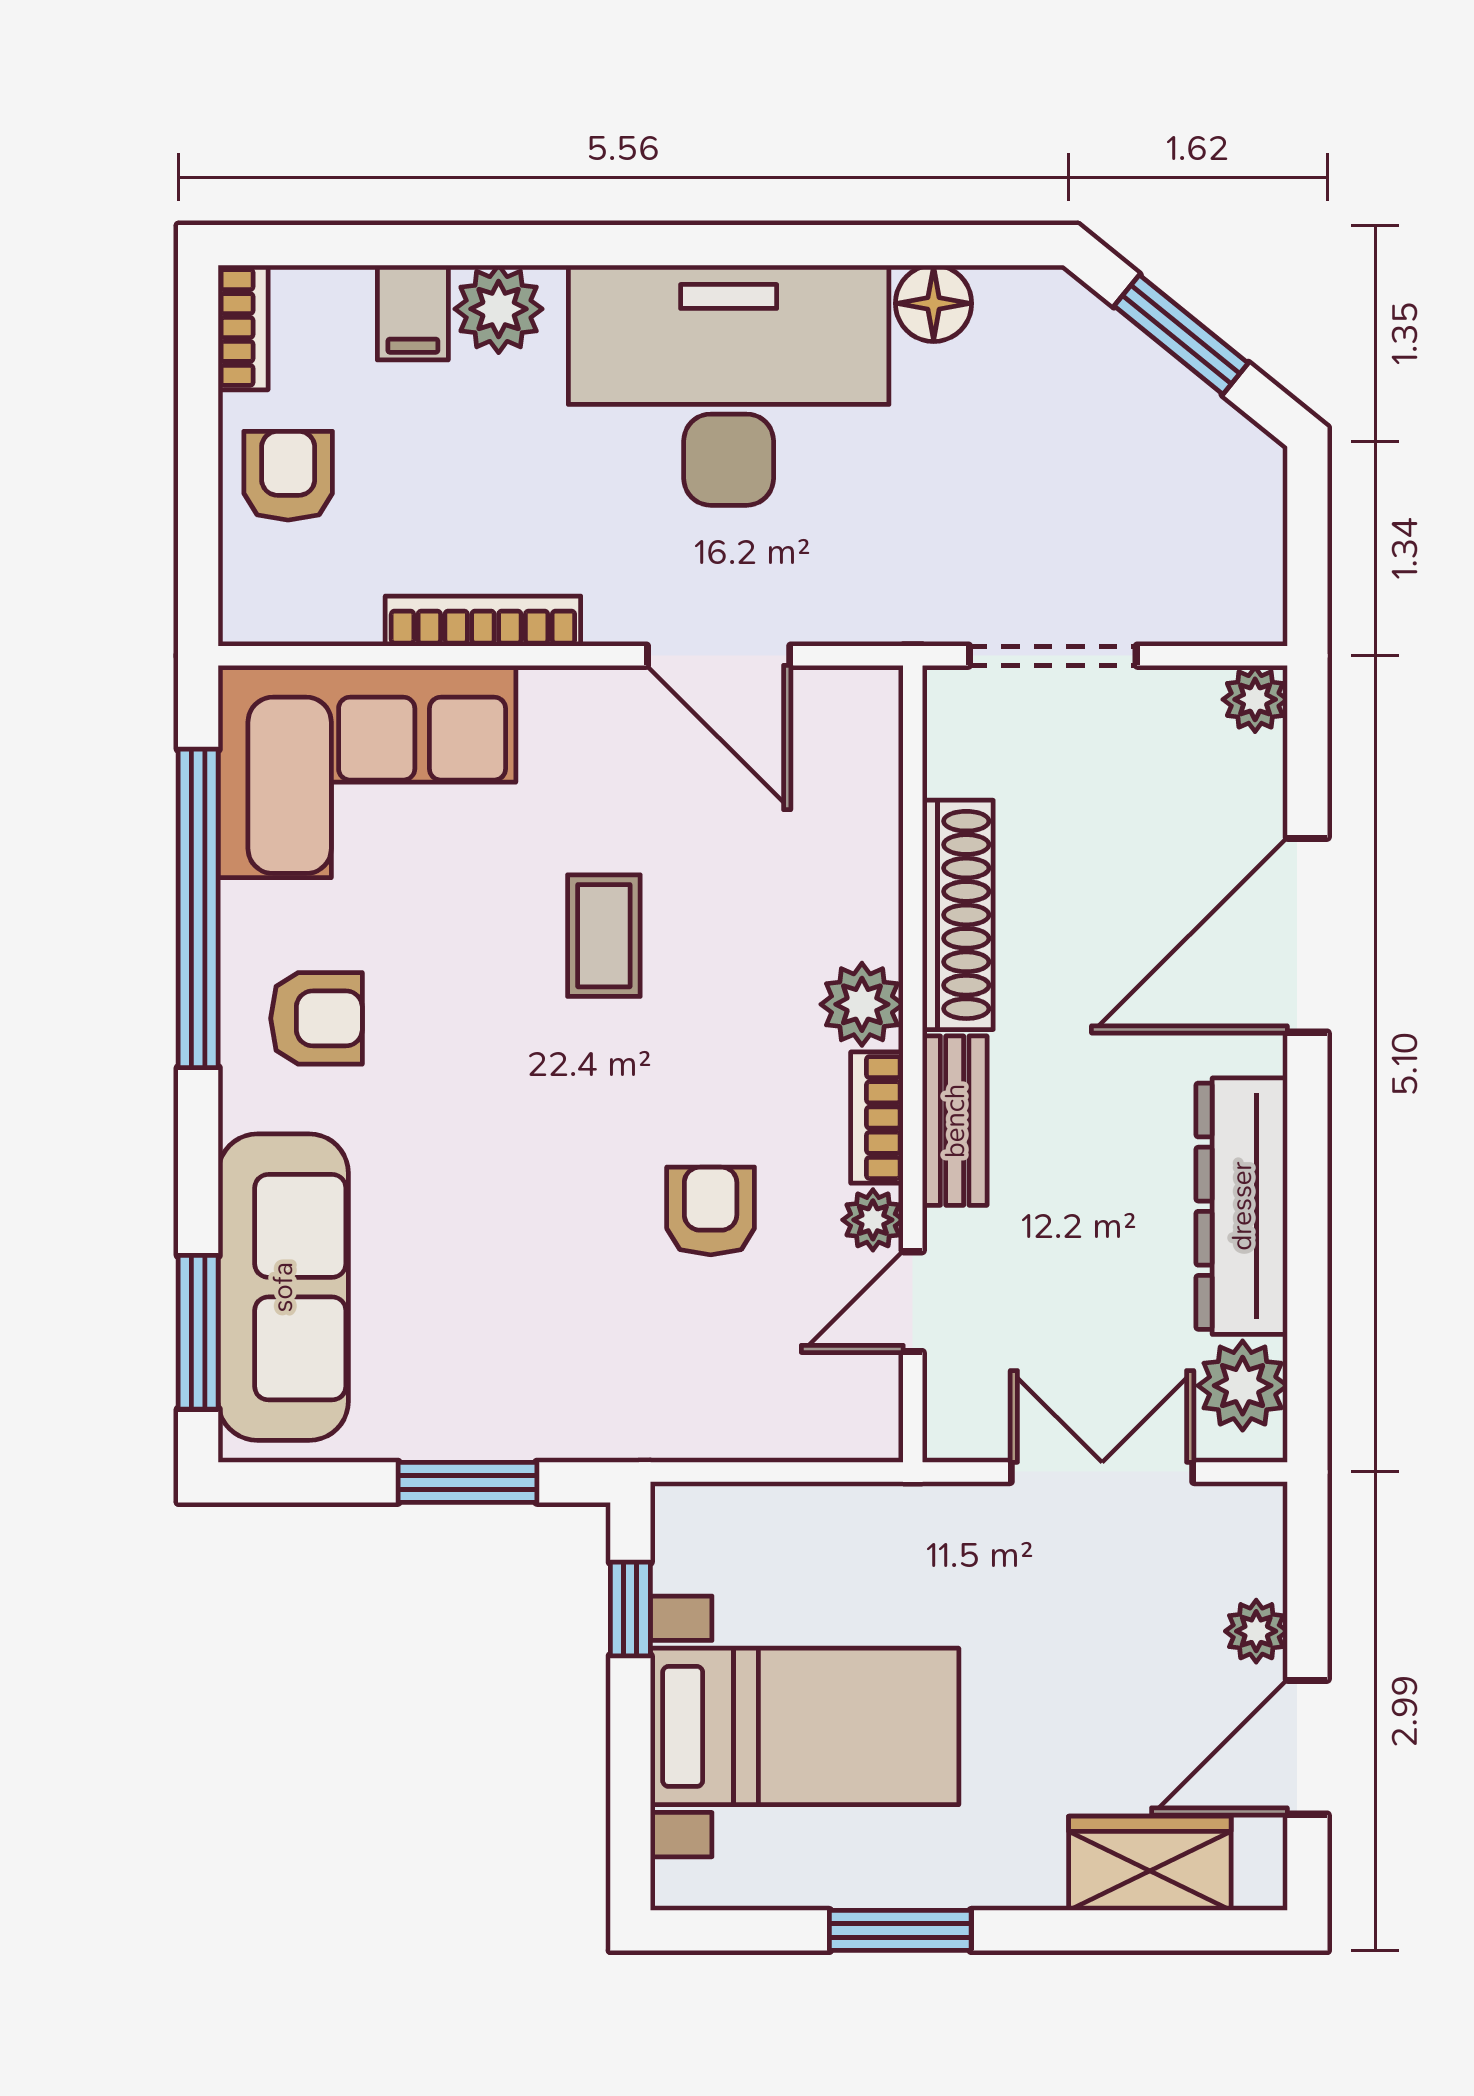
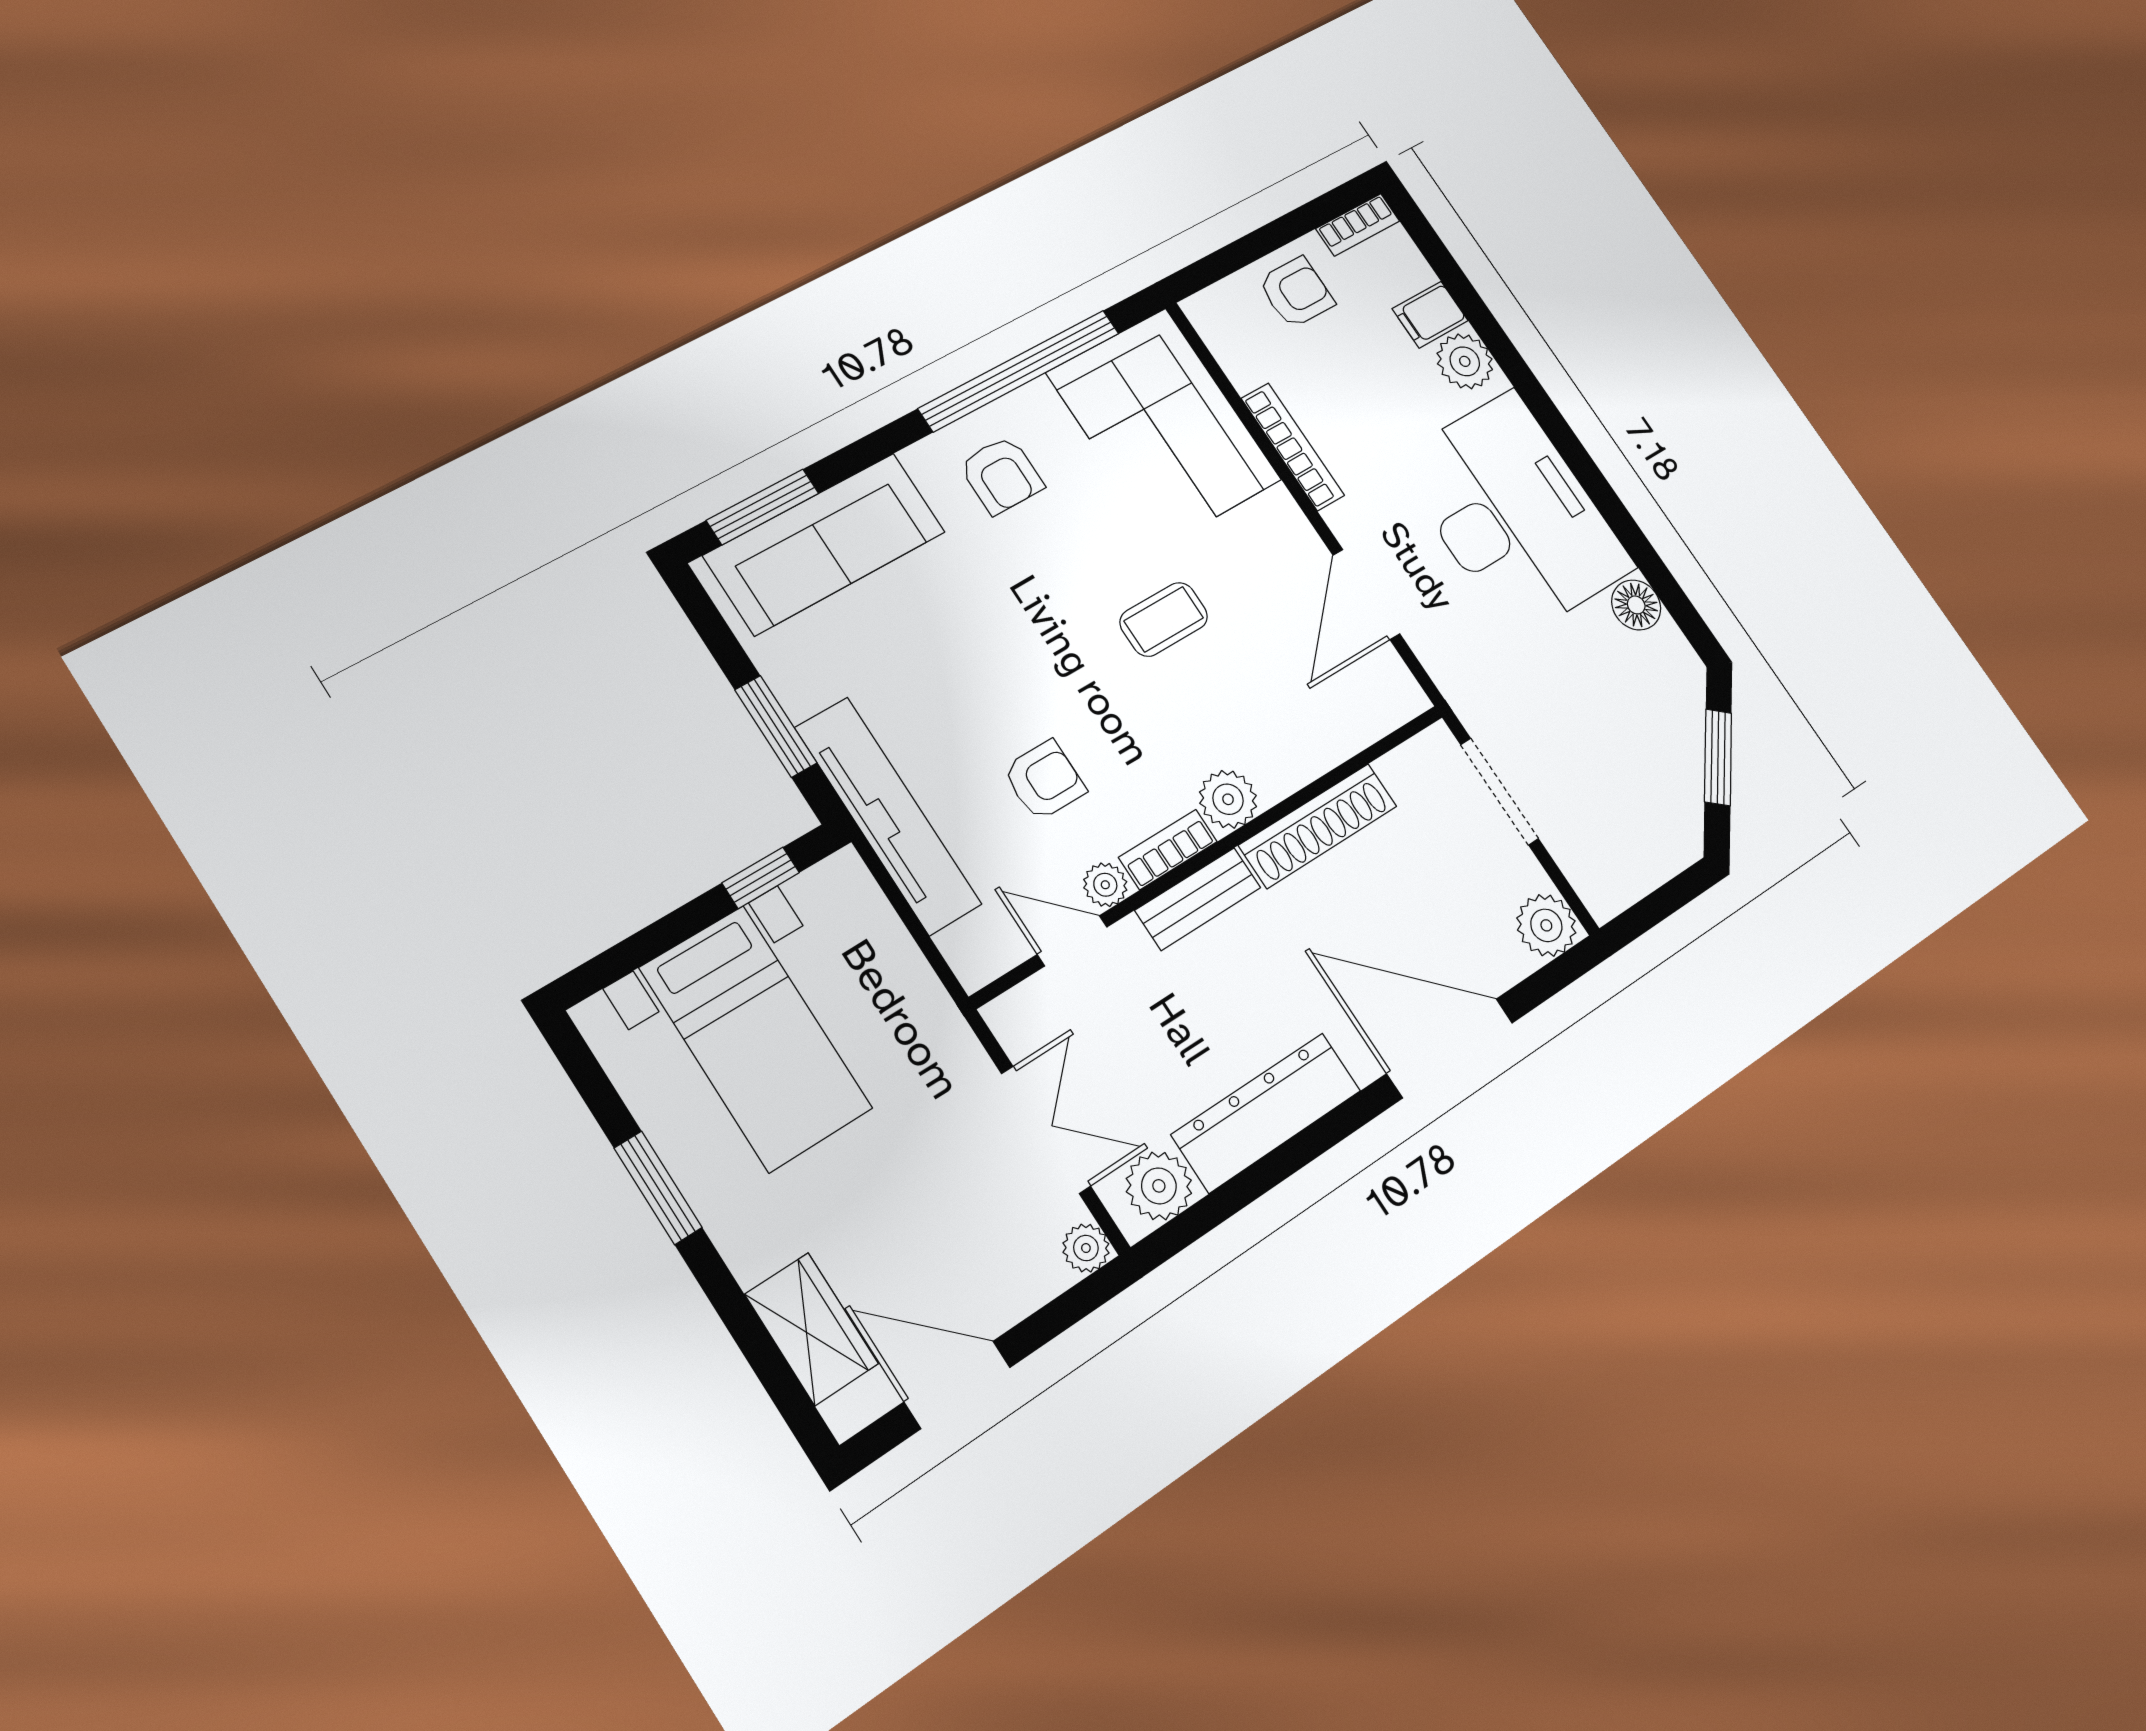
plant: (1255, 699) -> (1546, 925), width x1.38, depth x1.38
tv unit: (645, 1420) -> (888, 816), added
plant: (1256, 1631) -> (1086, 1248), moved

